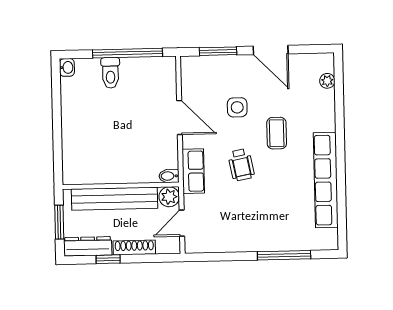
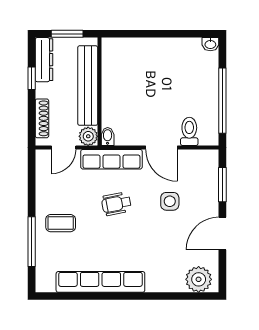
toilet: (110, 73) -> (189, 131), moved, turned 90
plant: (327, 81) -> (199, 279), width x1.88, depth x1.88
door: (179, 118) -> (162, 147), hinge flipped
coffee table: (277, 133) -> (61, 223), moved
row of seats: (193, 171) -> (111, 159), width x1.48
door: (182, 223) -> (64, 147), swing flipped
shoe rack: (134, 247) -> (42, 118), moved

